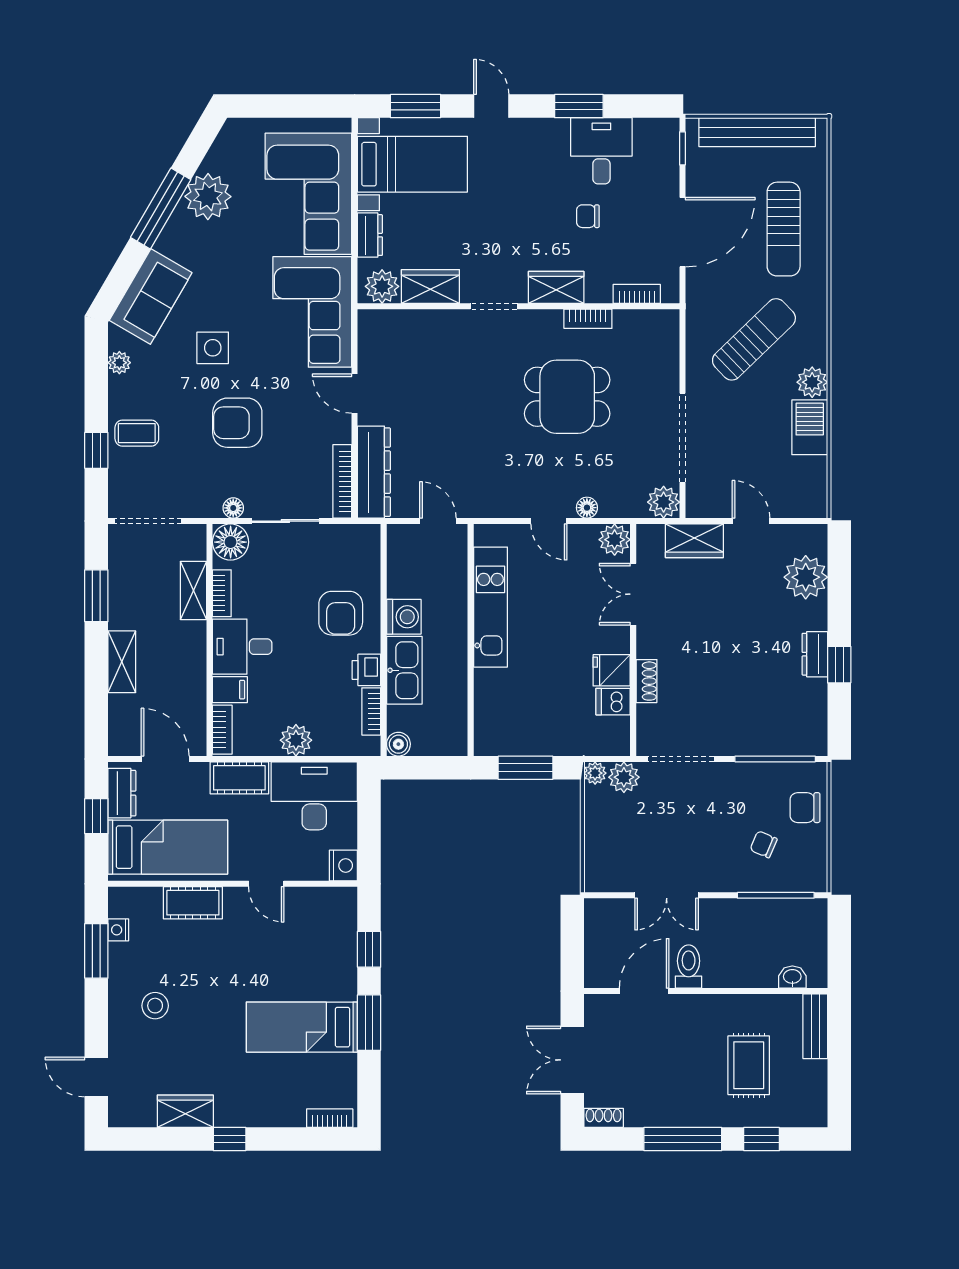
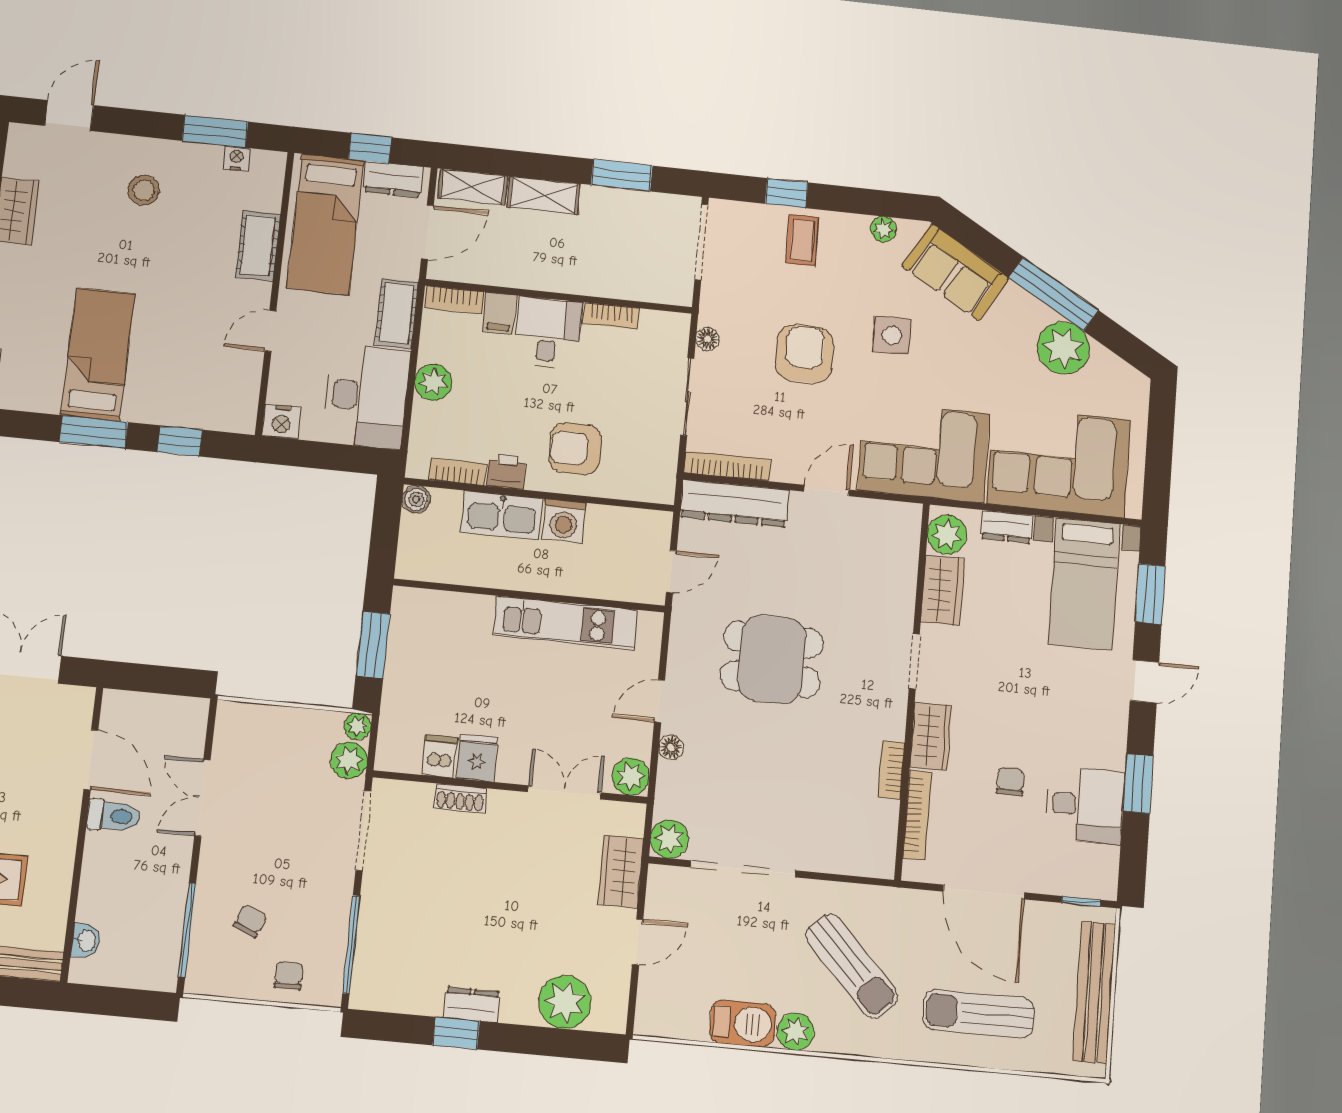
bookcase: (637, 294) -> (917, 815), width x1.56
dining table: (567, 397) -> (772, 659), moved, turned 90
floor lamp: (231, 542) -> (669, 332), removed
shelving: (194, 590) -> (473, 187), moved
chair: (805, 808) -> (289, 975), width x0.73, depth x0.73

